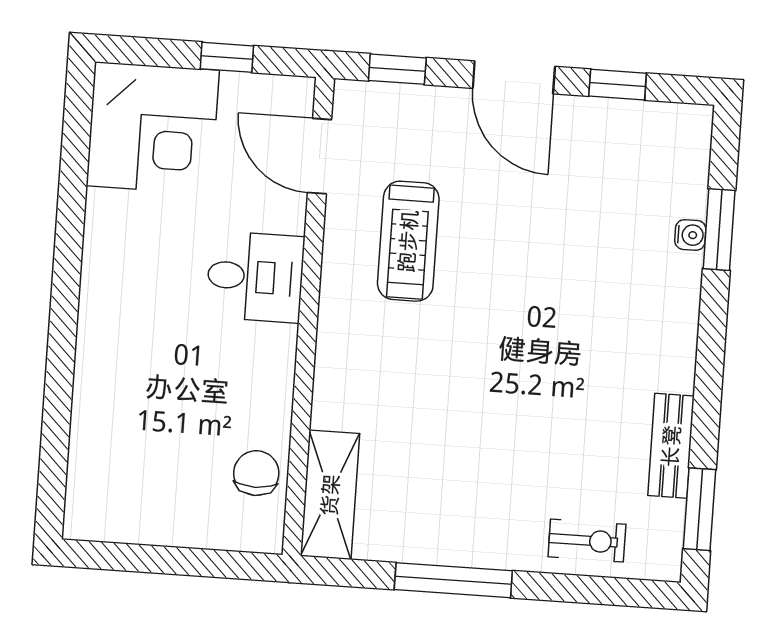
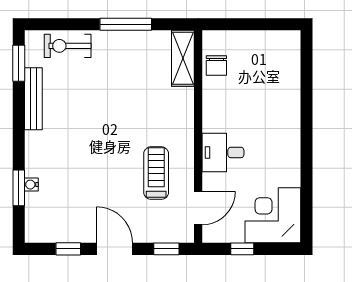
door: (319, 156) -> (198, 208), hinge flipped
bench: (671, 446) -> (33, 99), width x1.36
exercise bike: (587, 541) -> (68, 46), width x1.38, depth x1.39

